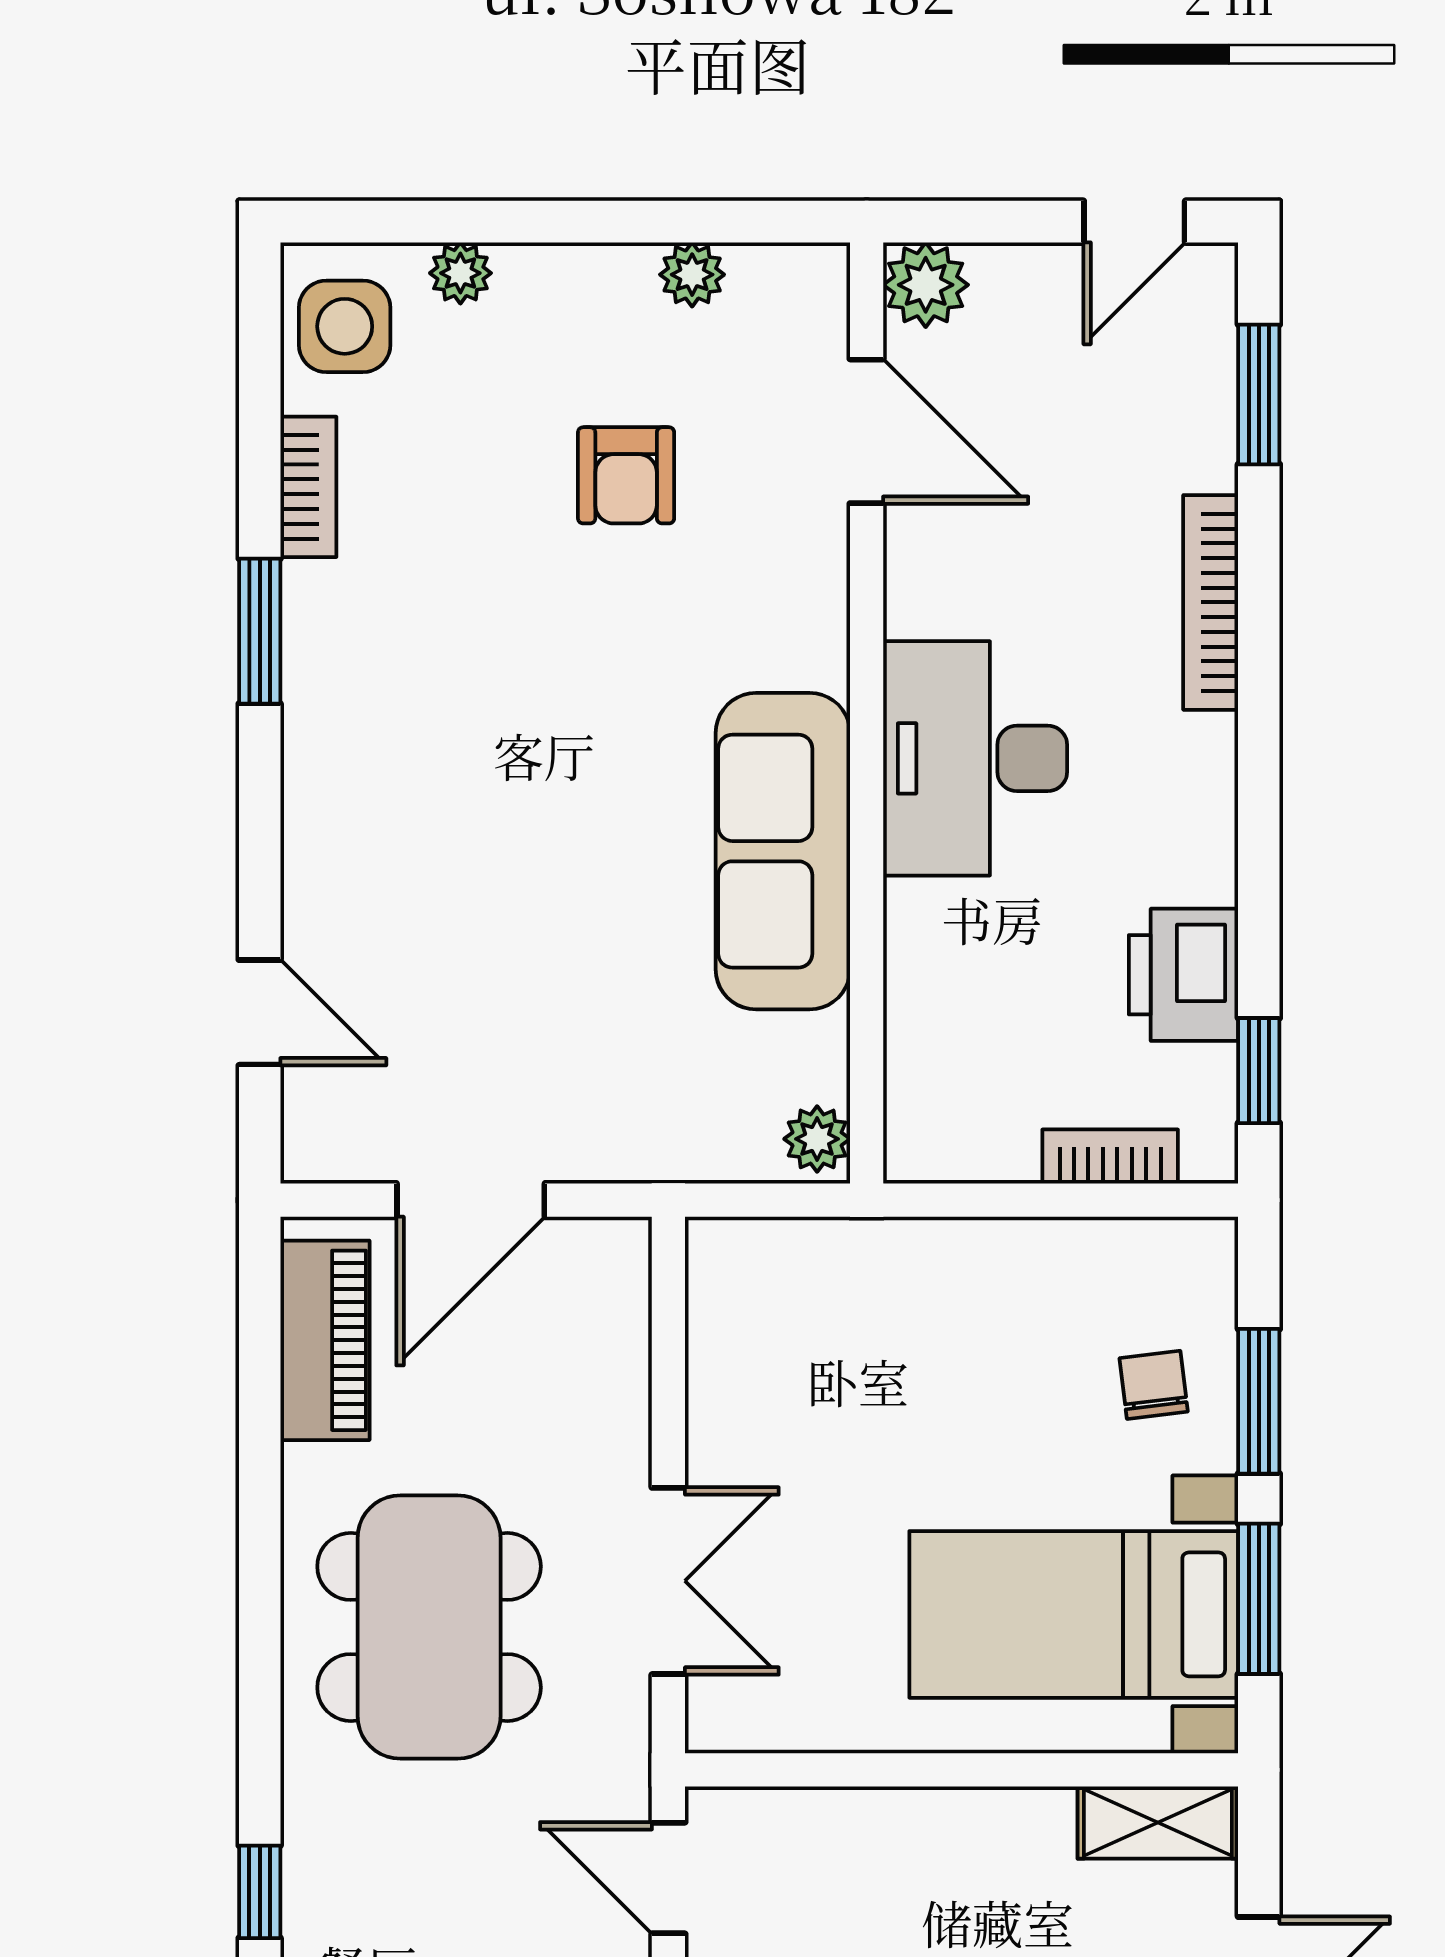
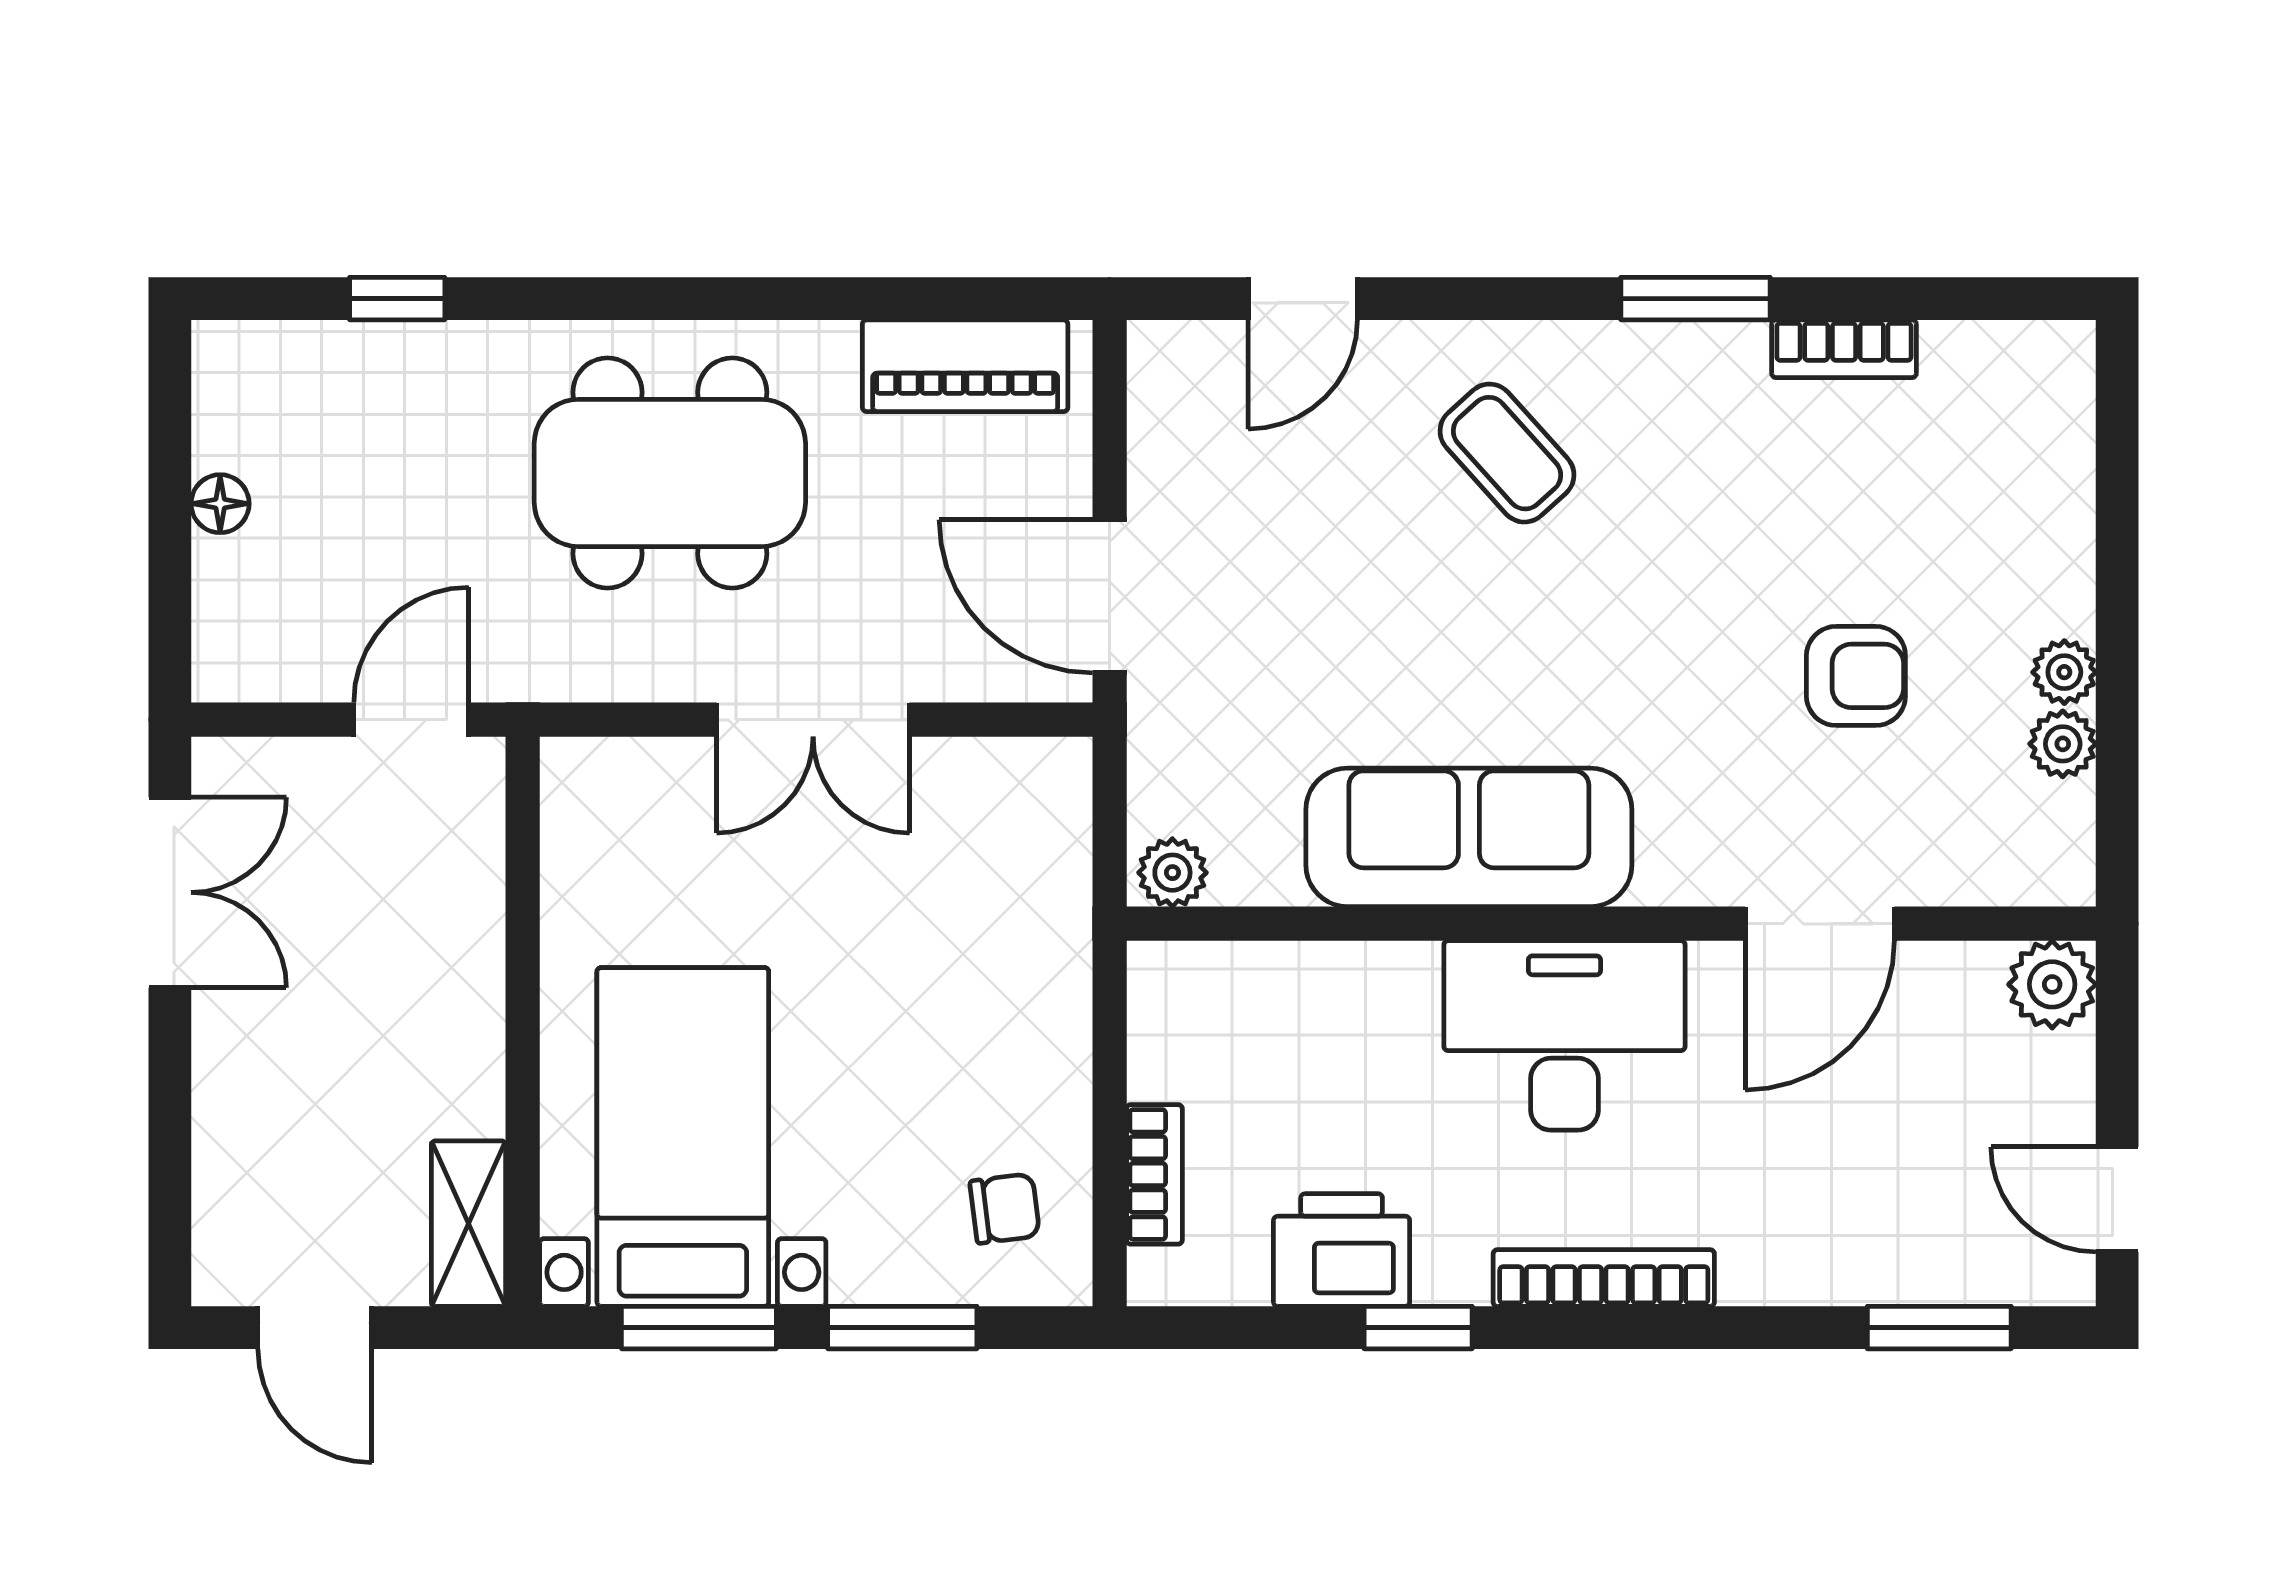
plant: (460, 273) -> (2064, 672), moved
side table: (345, 326) -> (2009, 386), removed
door: (867, 431) -> (1820, 924), moved
armchair: (626, 475) -> (1856, 676), turned 180
bookcase: (1211, 602) -> (1604, 1278), moved
coffee table: (410, 814) -> (1507, 453), added
window: (1259, 1071) -> (1418, 1328), moved
door: (471, 1200) -> (1110, 596), moved
chair: (1154, 1385) -> (1005, 1209), moved
double door: (668, 1581) -> (813, 720), moved

